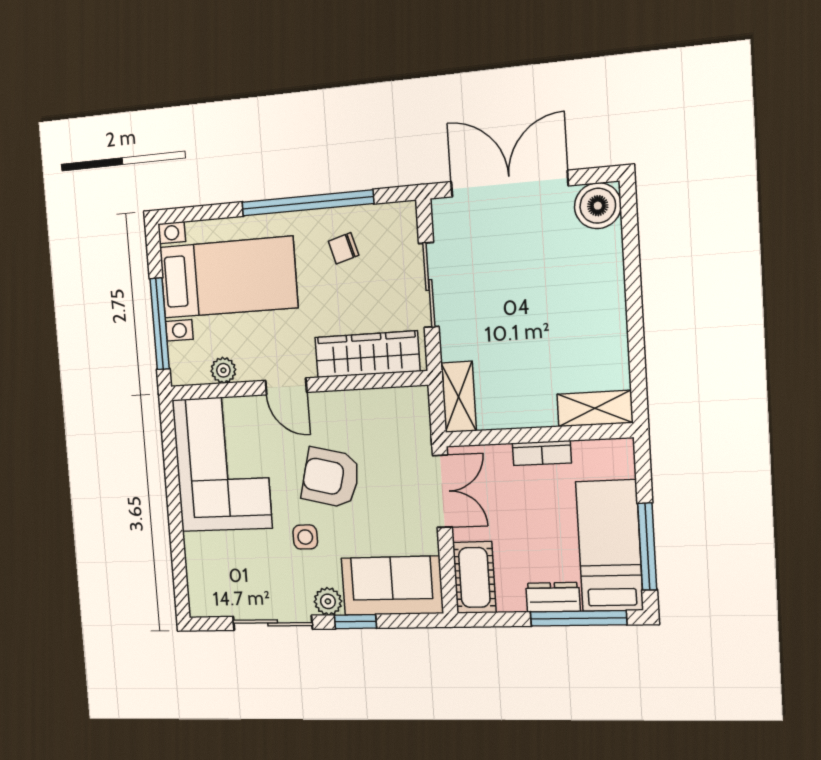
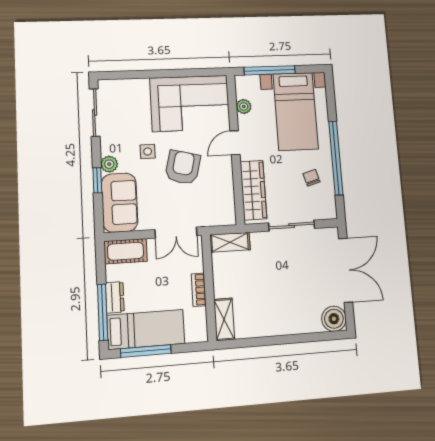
sliding door: (273, 623) -> (95, 113), moved

